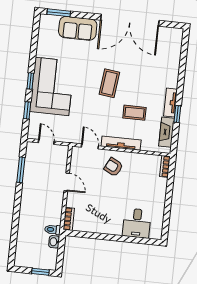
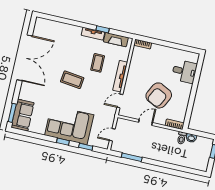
sofa: (78, 28) -> (23, 115), moved
armchair: (114, 167) -> (159, 95), moved, width x1.88, depth x1.88

